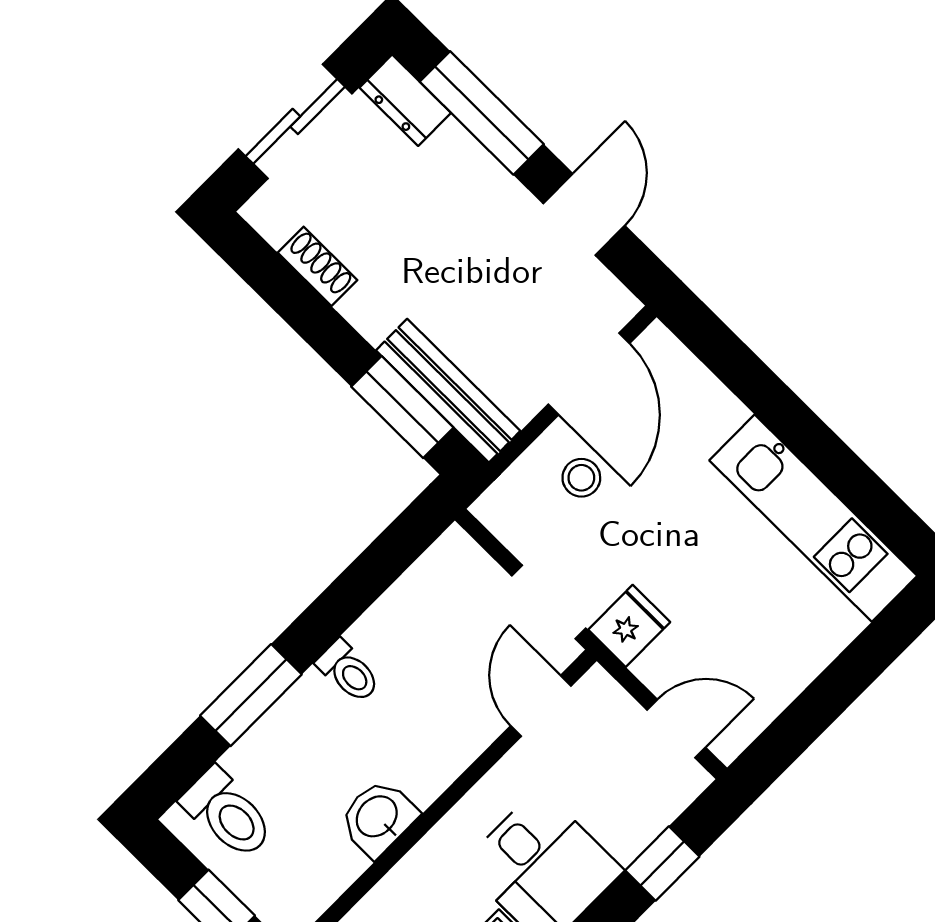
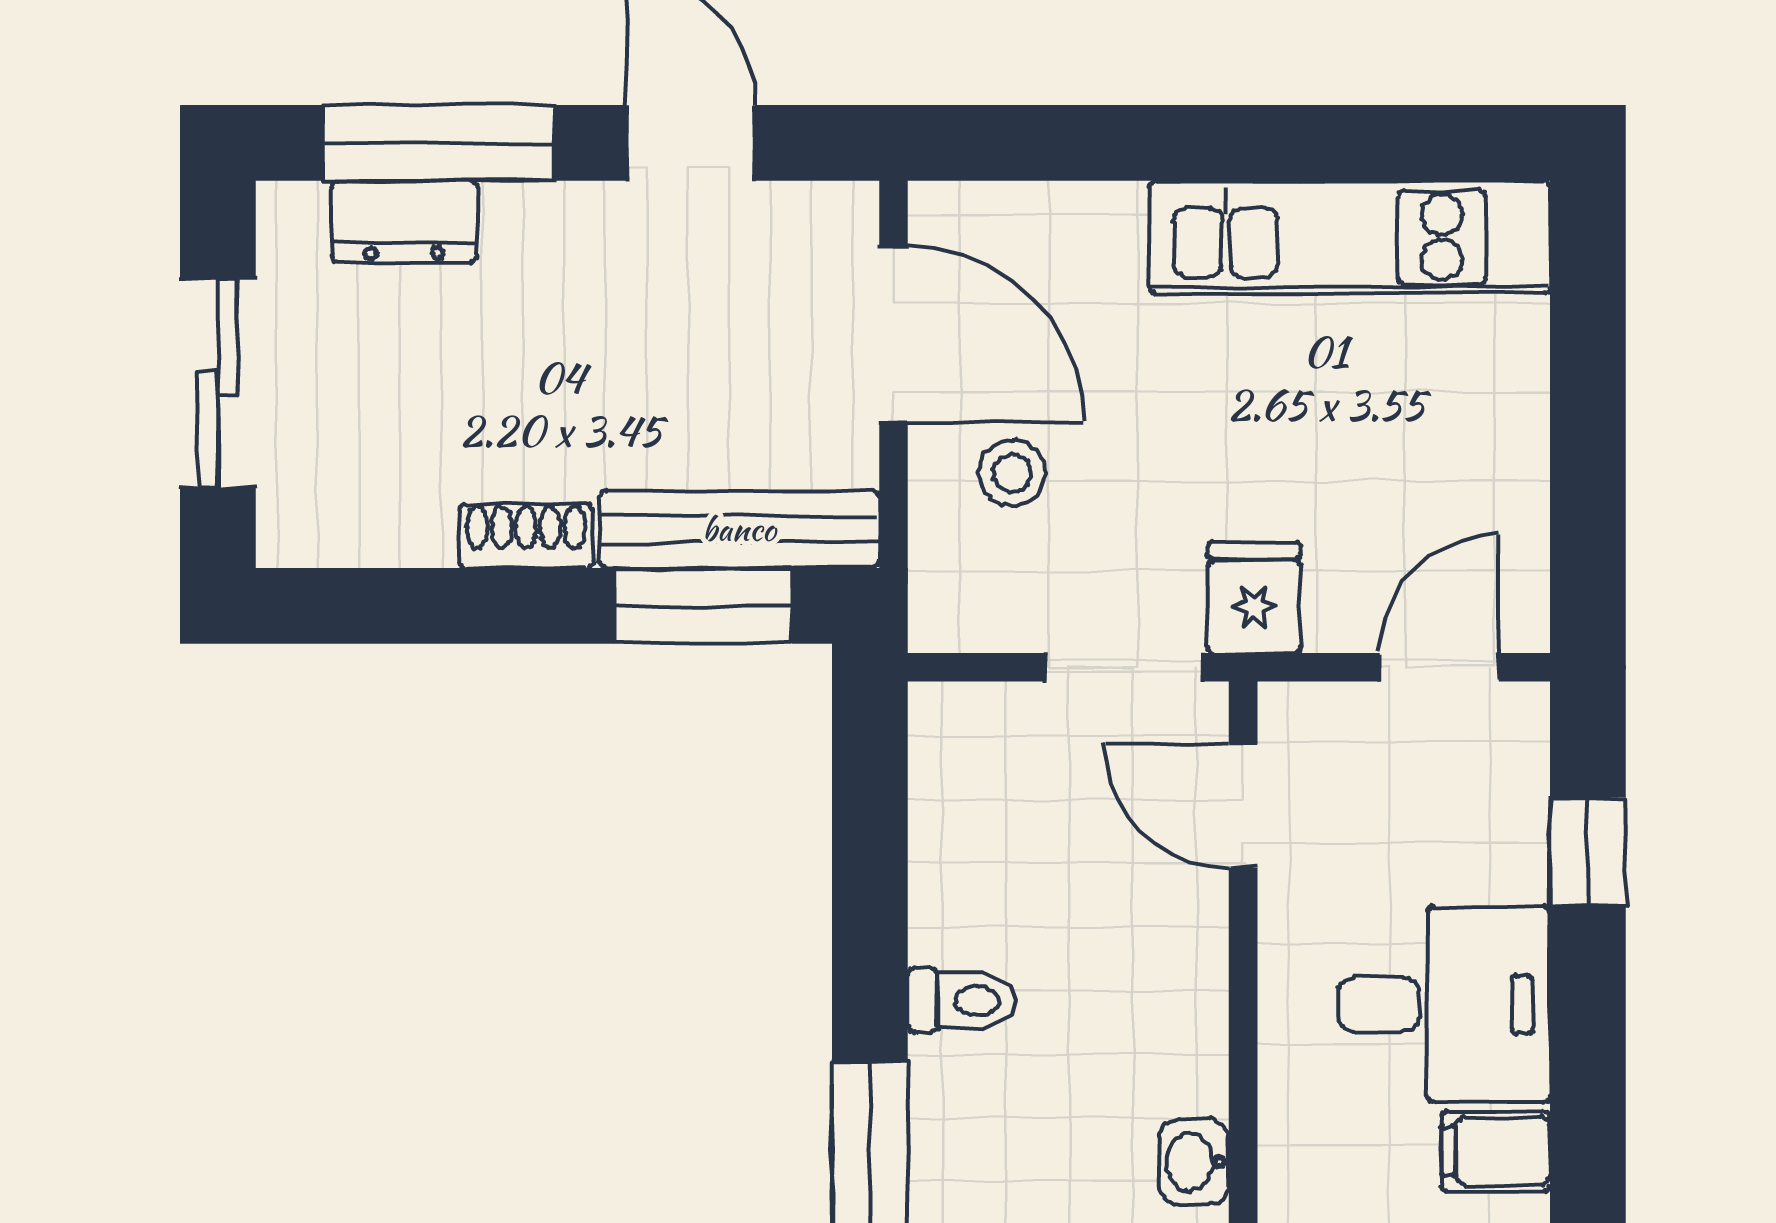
dresser: (405, 100) -> (404, 222), moved
shoe rack: (317, 266) -> (526, 536), moved
washbasin: (378, 818) -> (1194, 1162), width x0.72, depth x0.69

